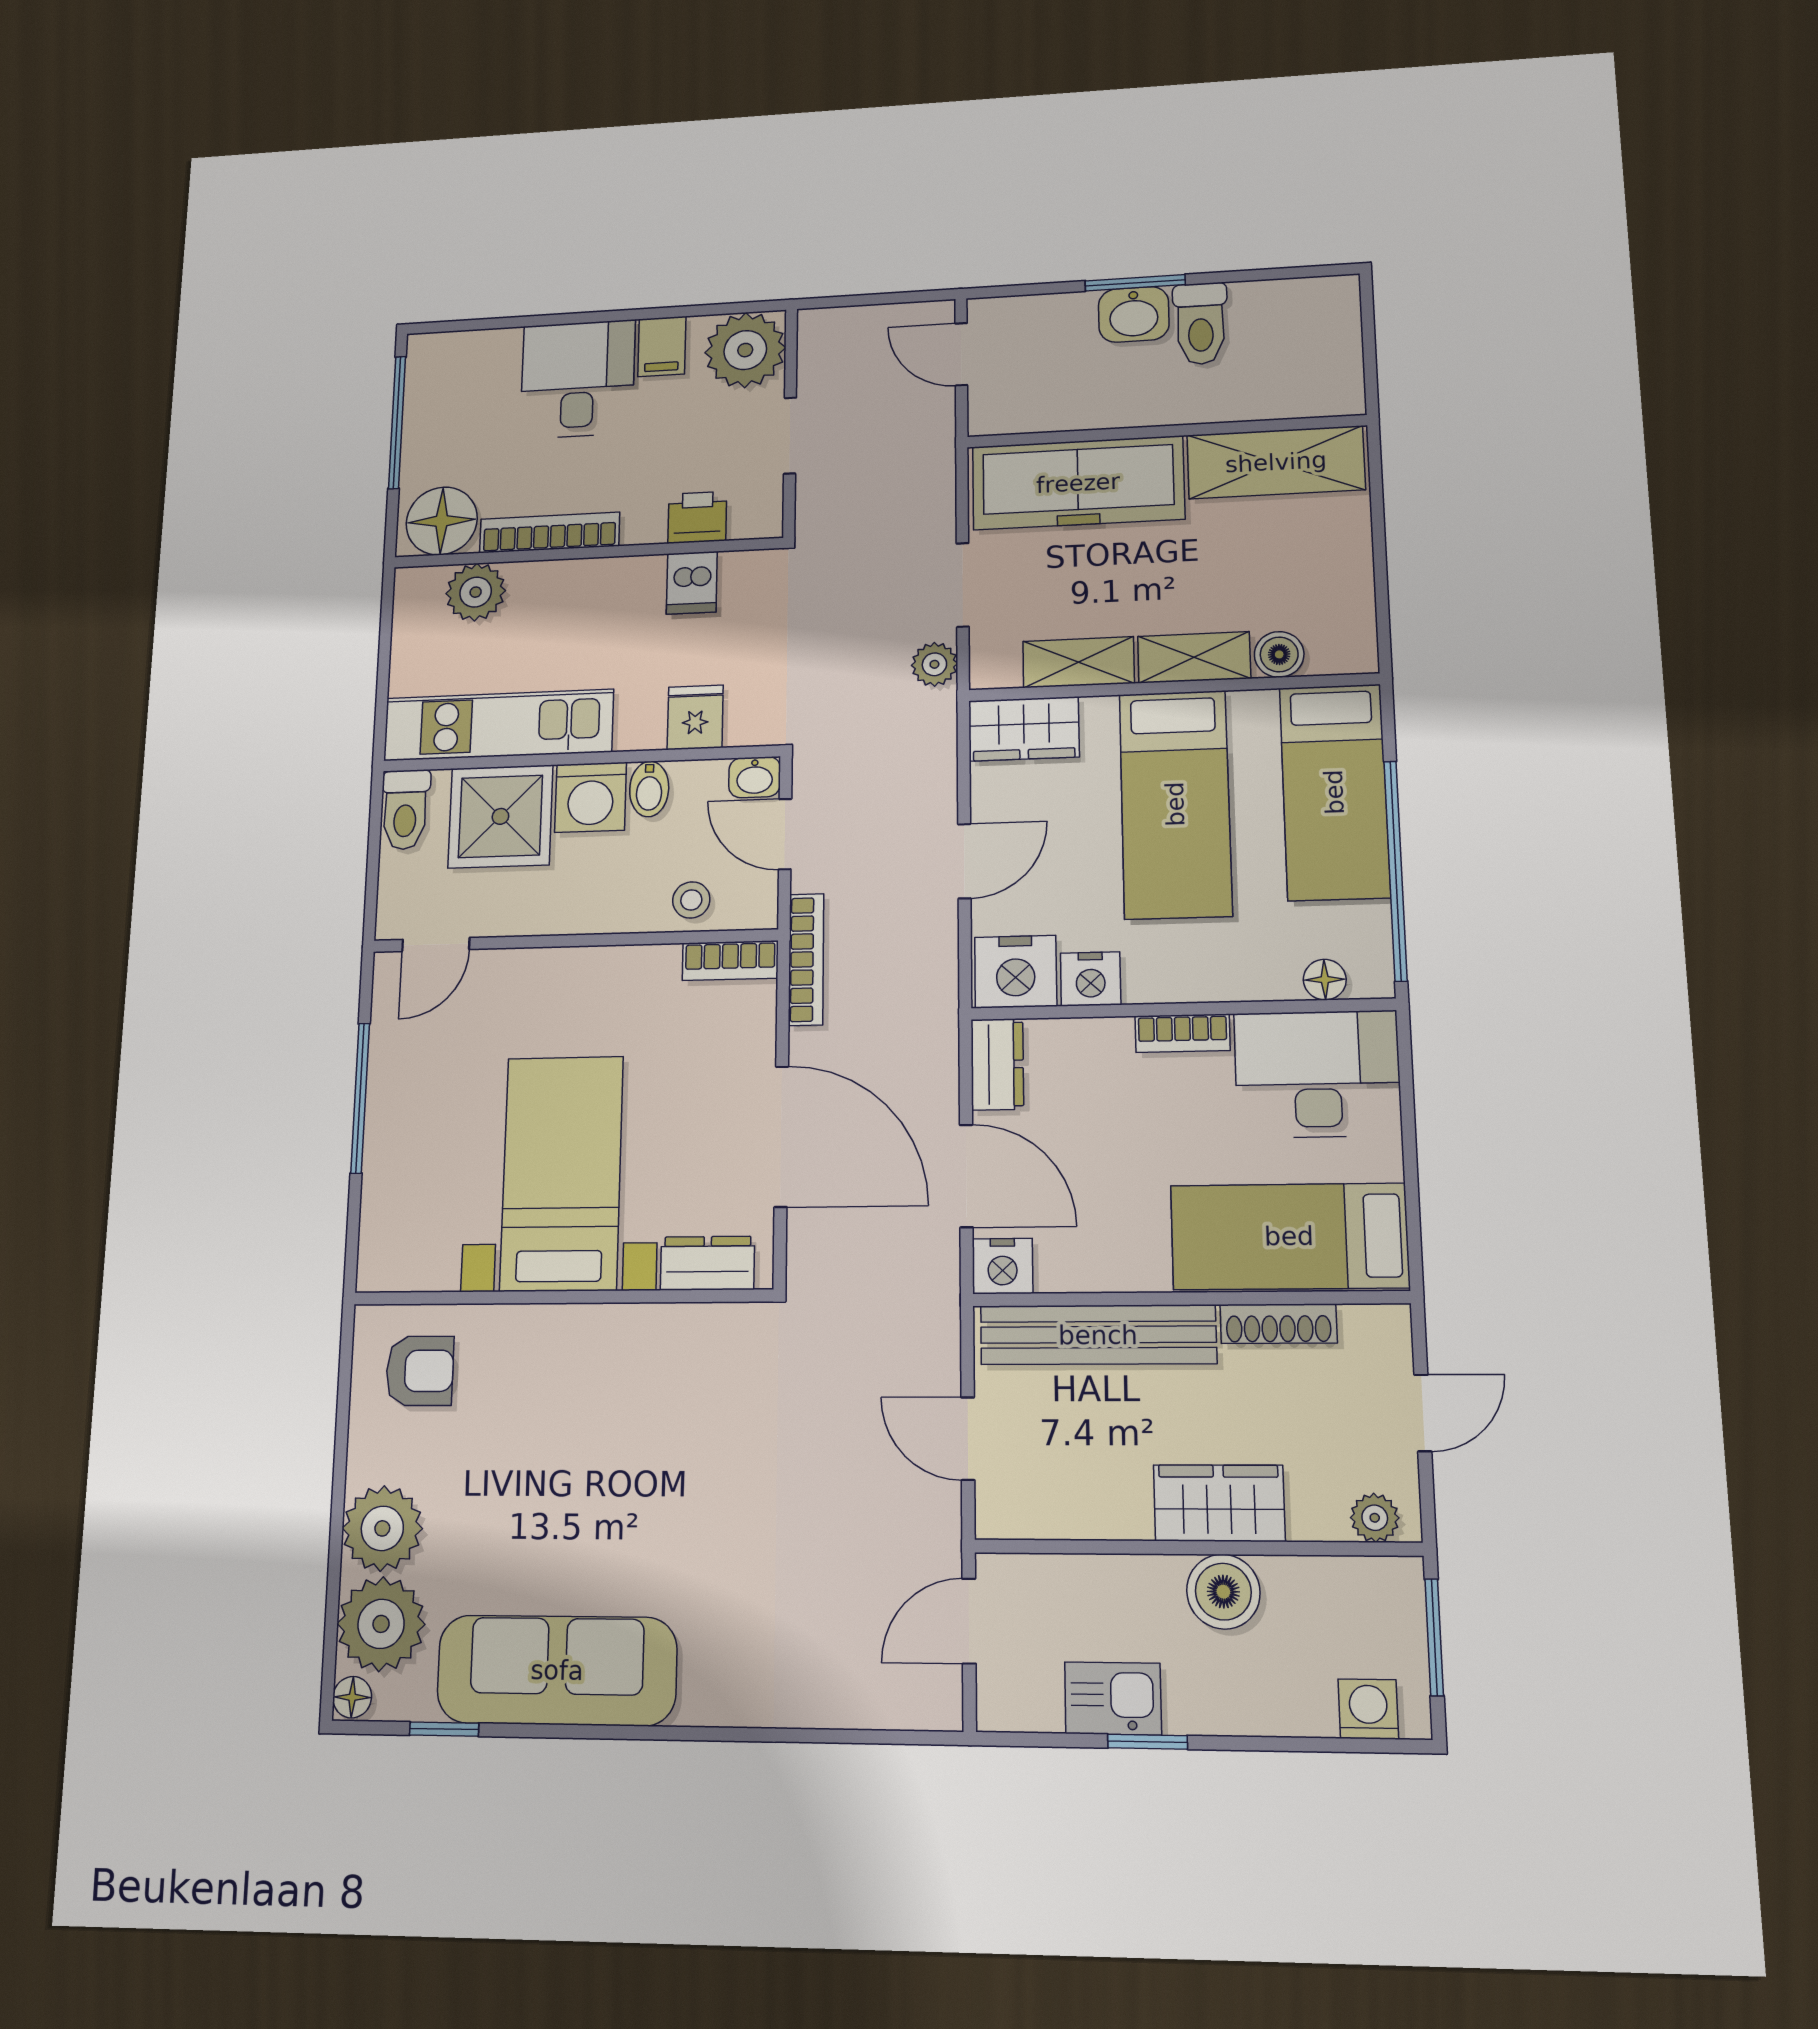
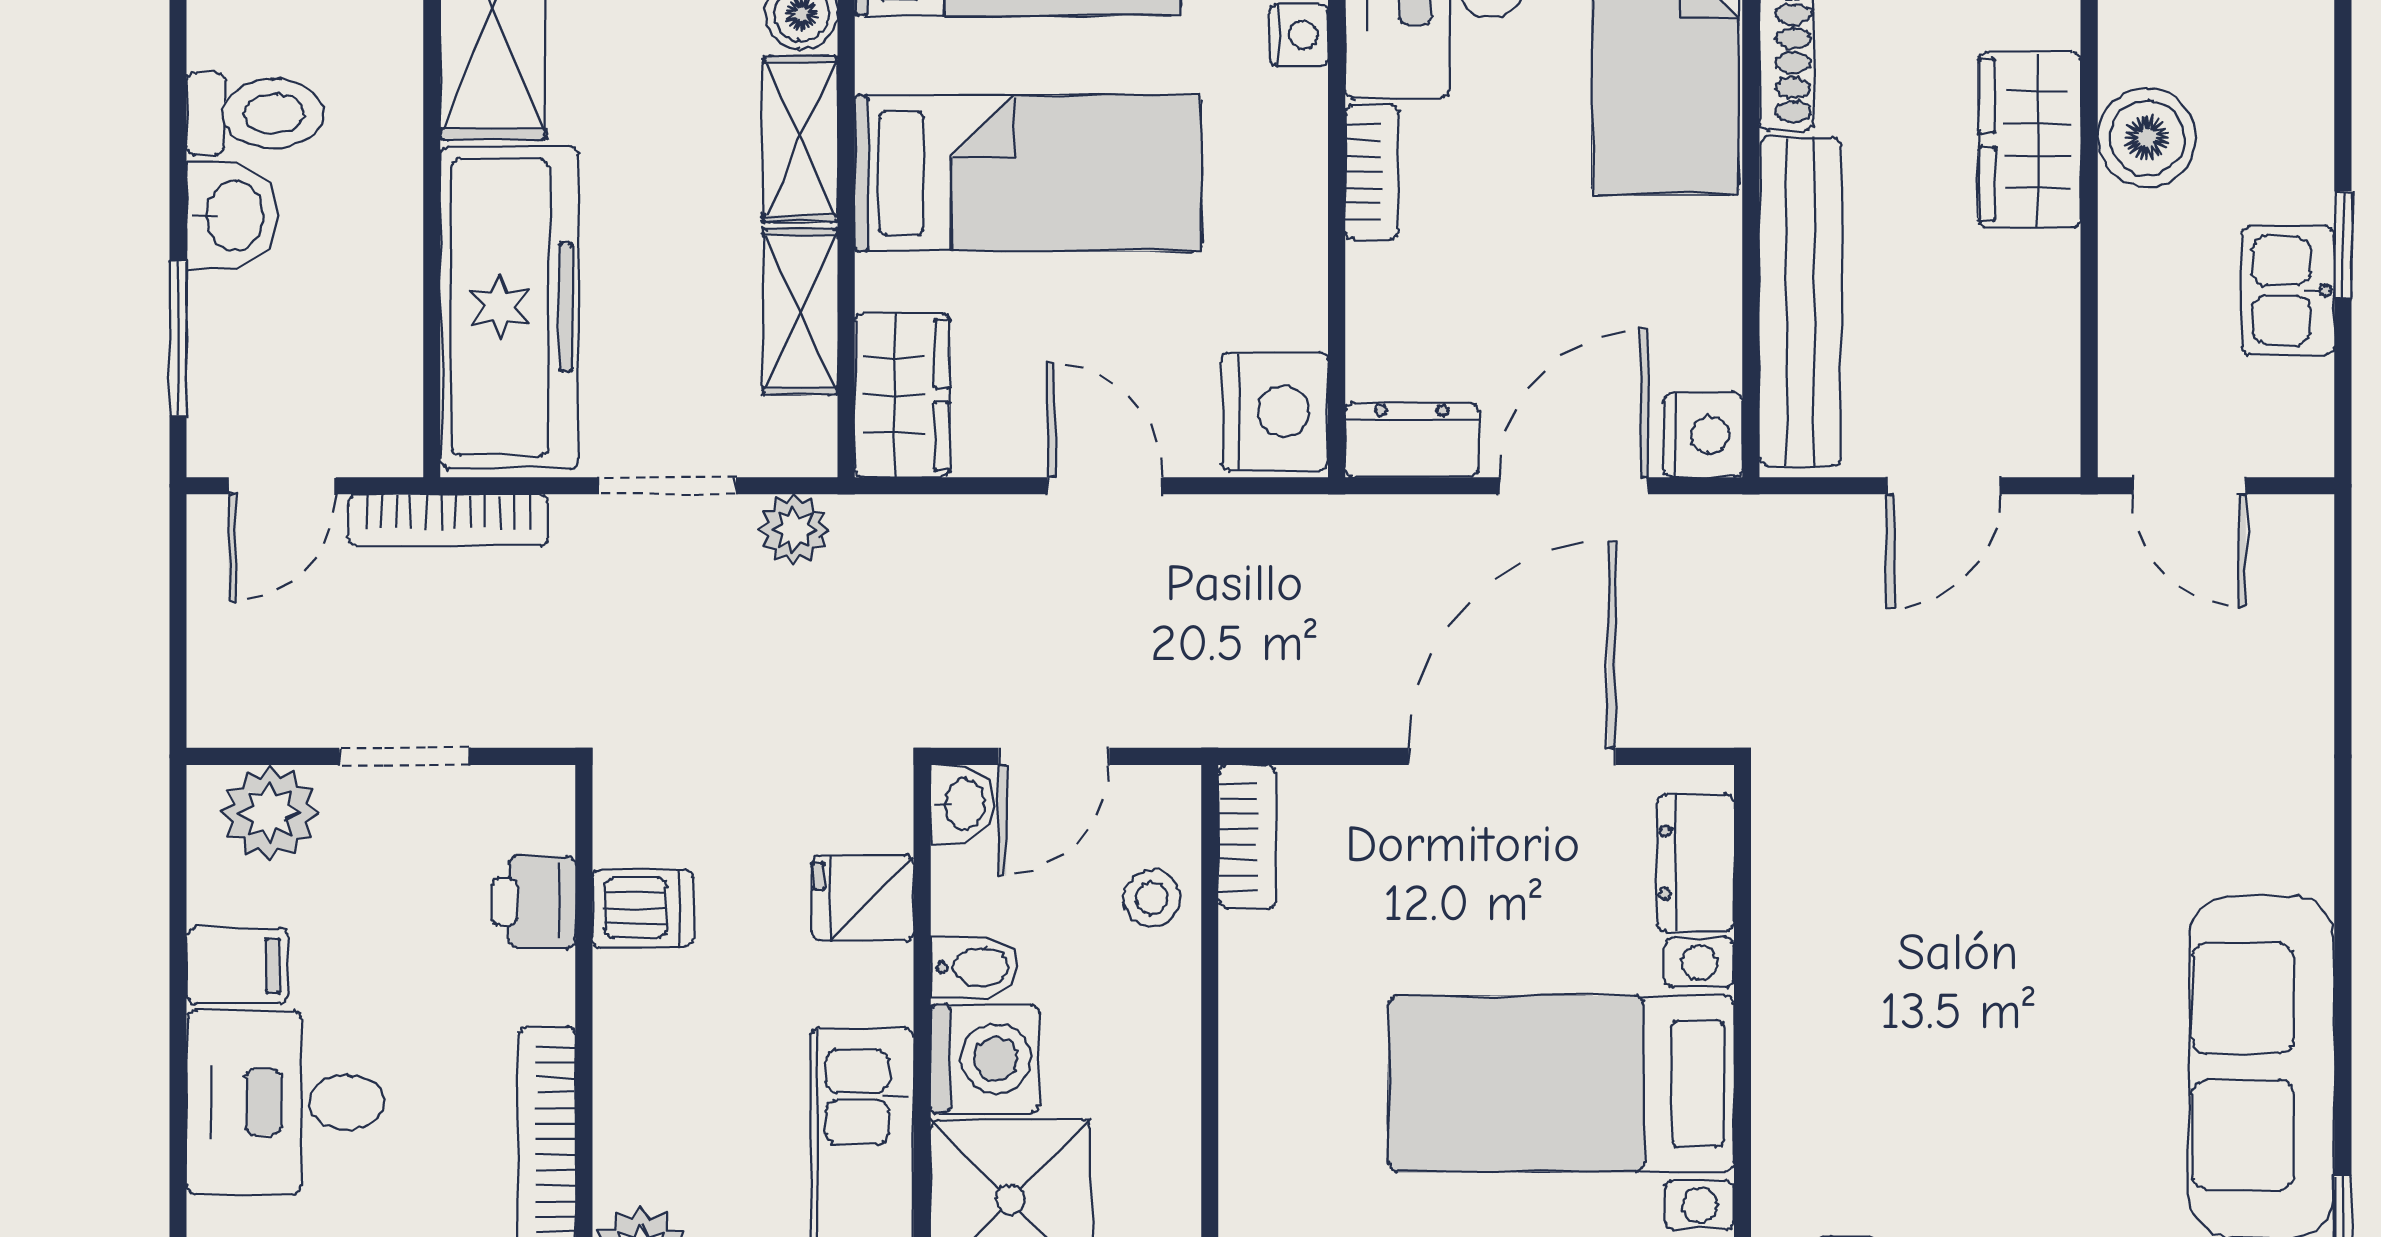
window: (1135, 283) -> (178, 339), moved
plant: (745, 350) -> (270, 813), width x0.73, depth x0.73
bookcase: (806, 959) -> (448, 520), moved, turned 180
nightstand: (1091, 979) -> (1299, 35), moved, width x0.72, depth x0.74

